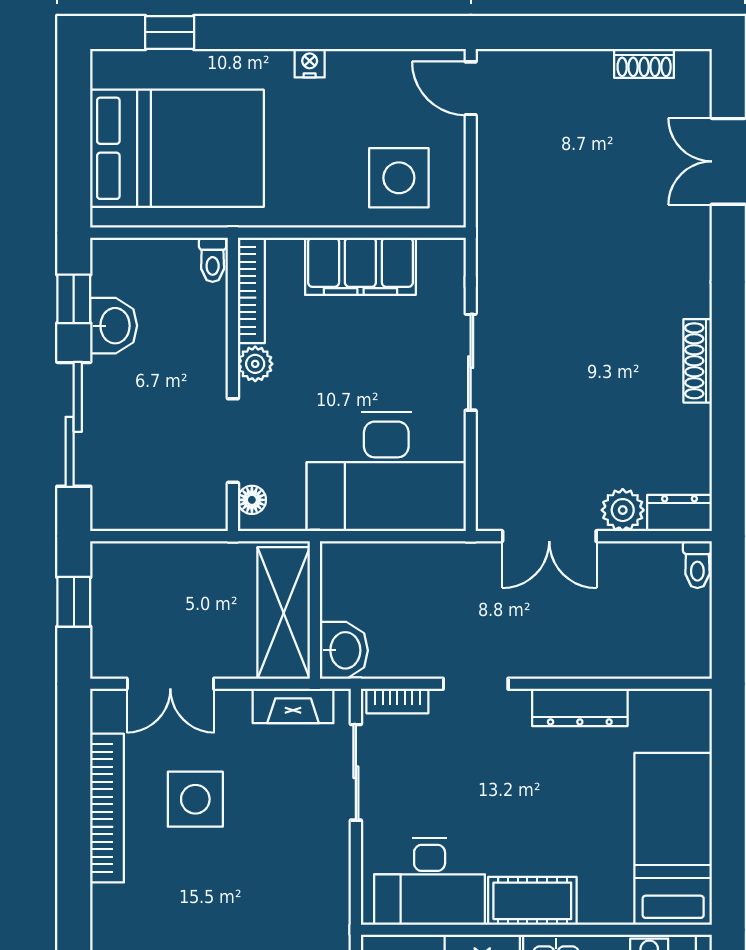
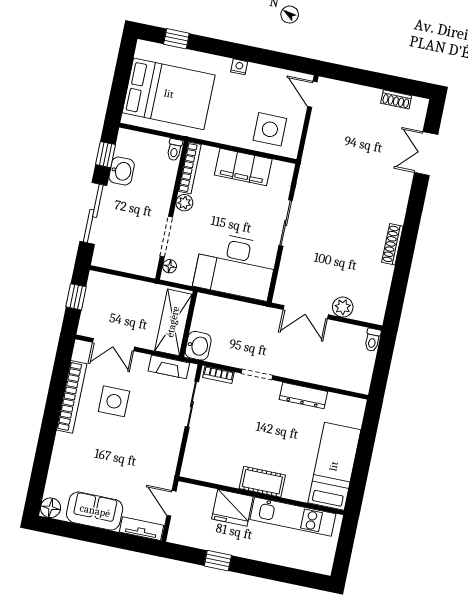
dresser: (679, 513) -> (369, 314), removed
desk: (430, 881) -> (216, 463), removed

